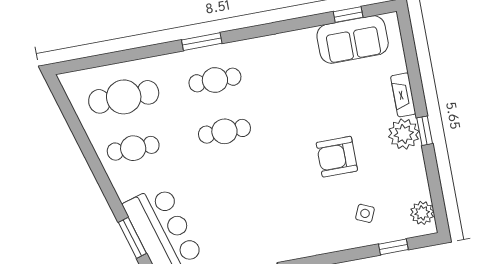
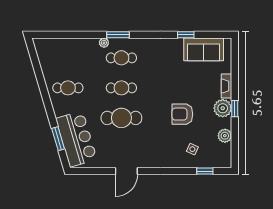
window: (348, 15) -> (186, 35), moved
plant: (180, 60) -> (104, 43), added
cafe table: (124, 97) -> (121, 118), moved
plant: (422, 213) -> (225, 136), moved

